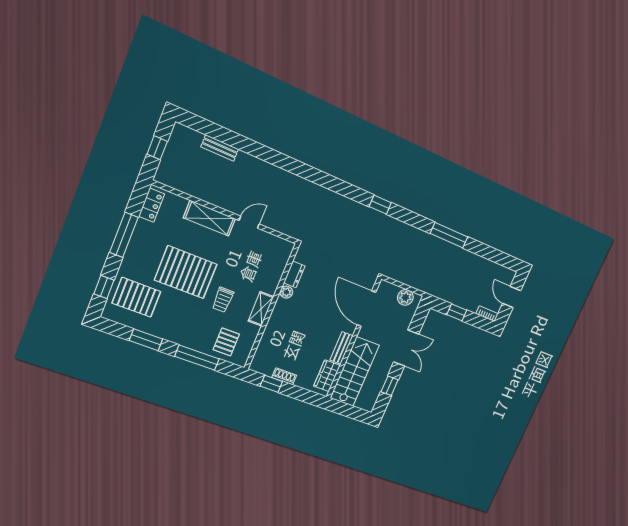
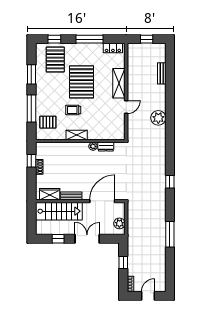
plant: (284, 182) -> (158, 118), added
door: (249, 222) -> (126, 107), hinge flipped
double door: (406, 348) -> (87, 239), swing flipped

